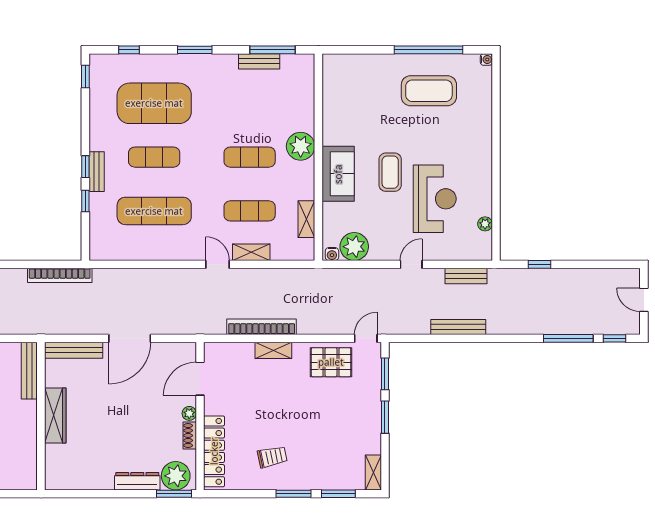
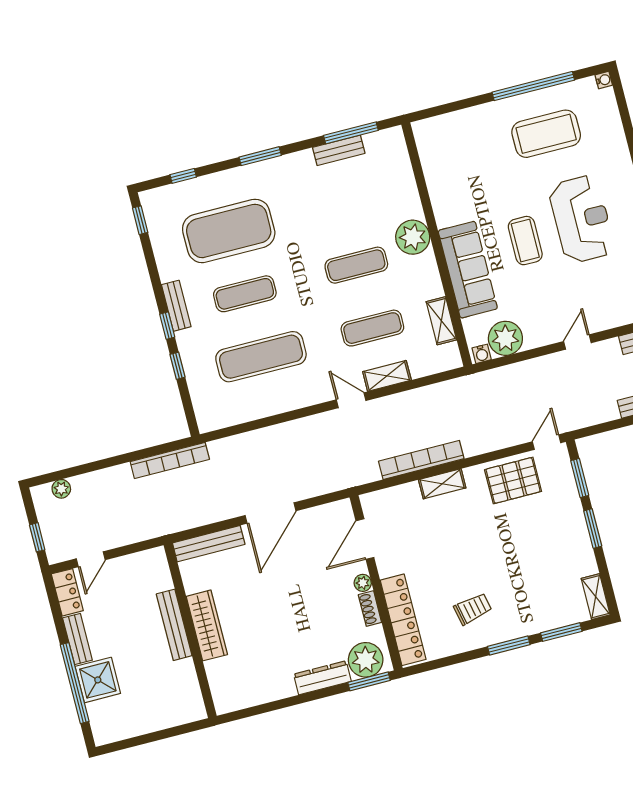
bench: (97, 172) -> (176, 306), moved
sofa: (338, 174) -> (468, 270), width x1.36
reception desk: (435, 199) -> (582, 219), moved
bench: (29, 371) -> (174, 625), moved

